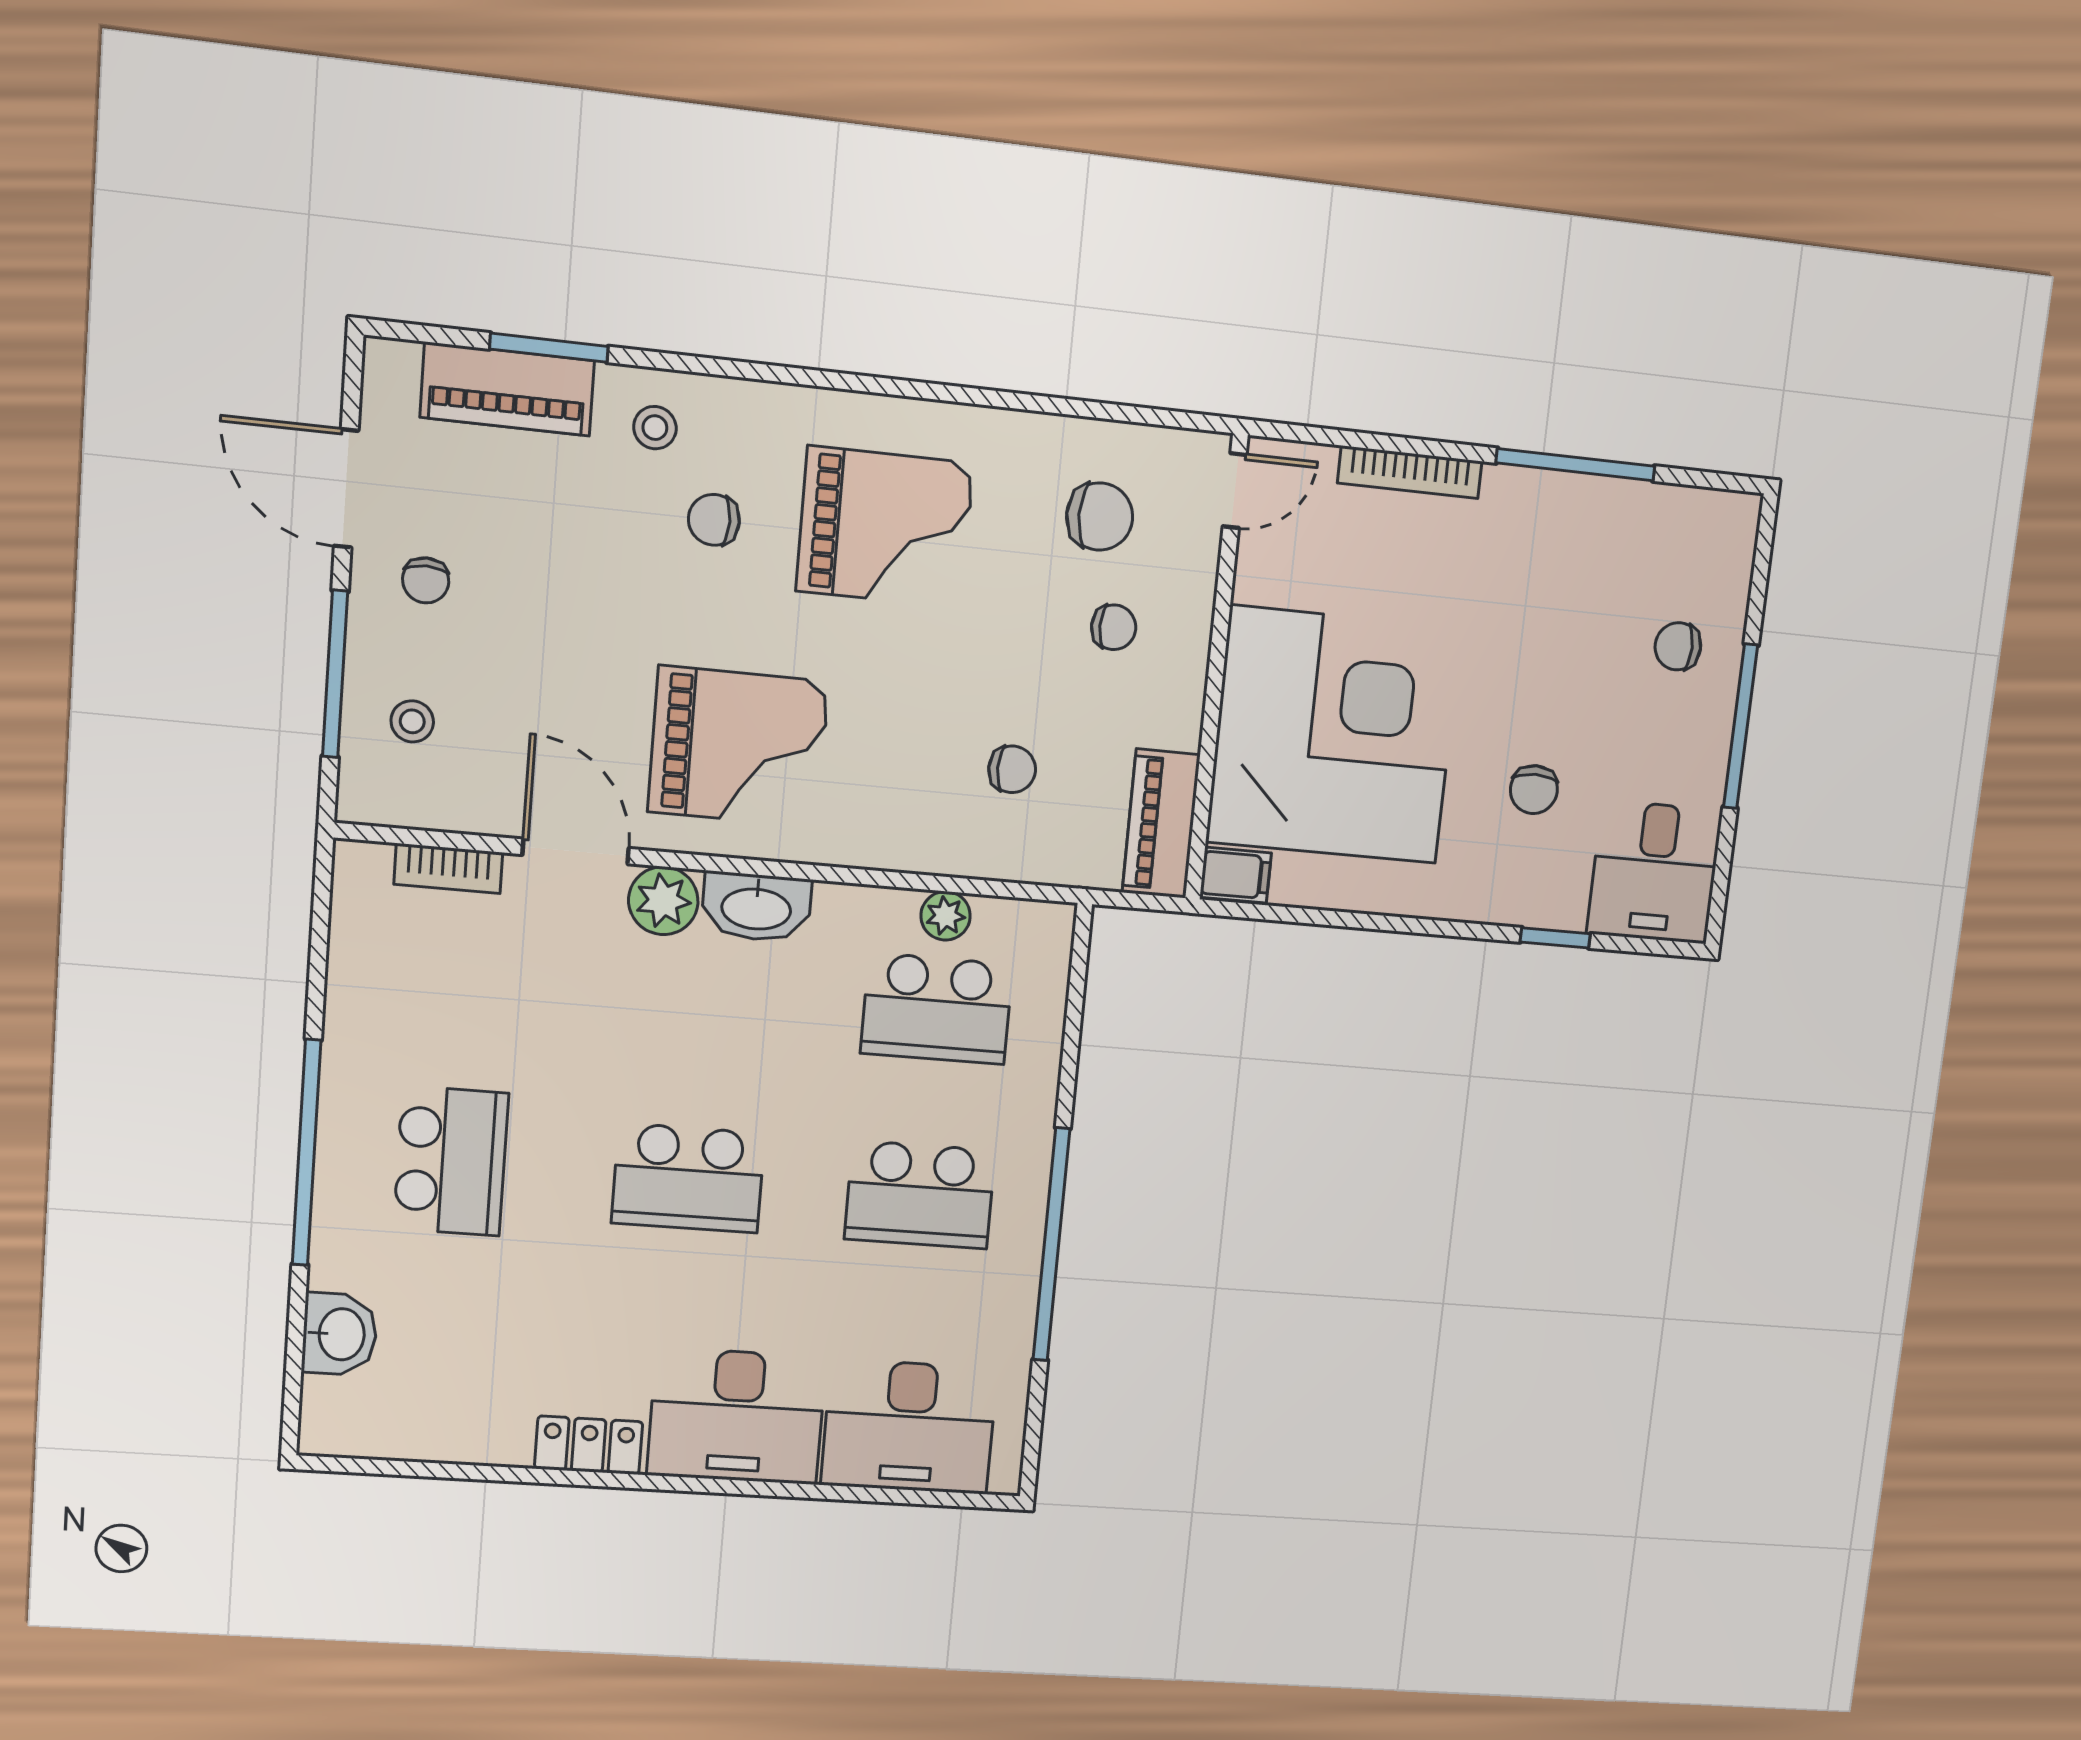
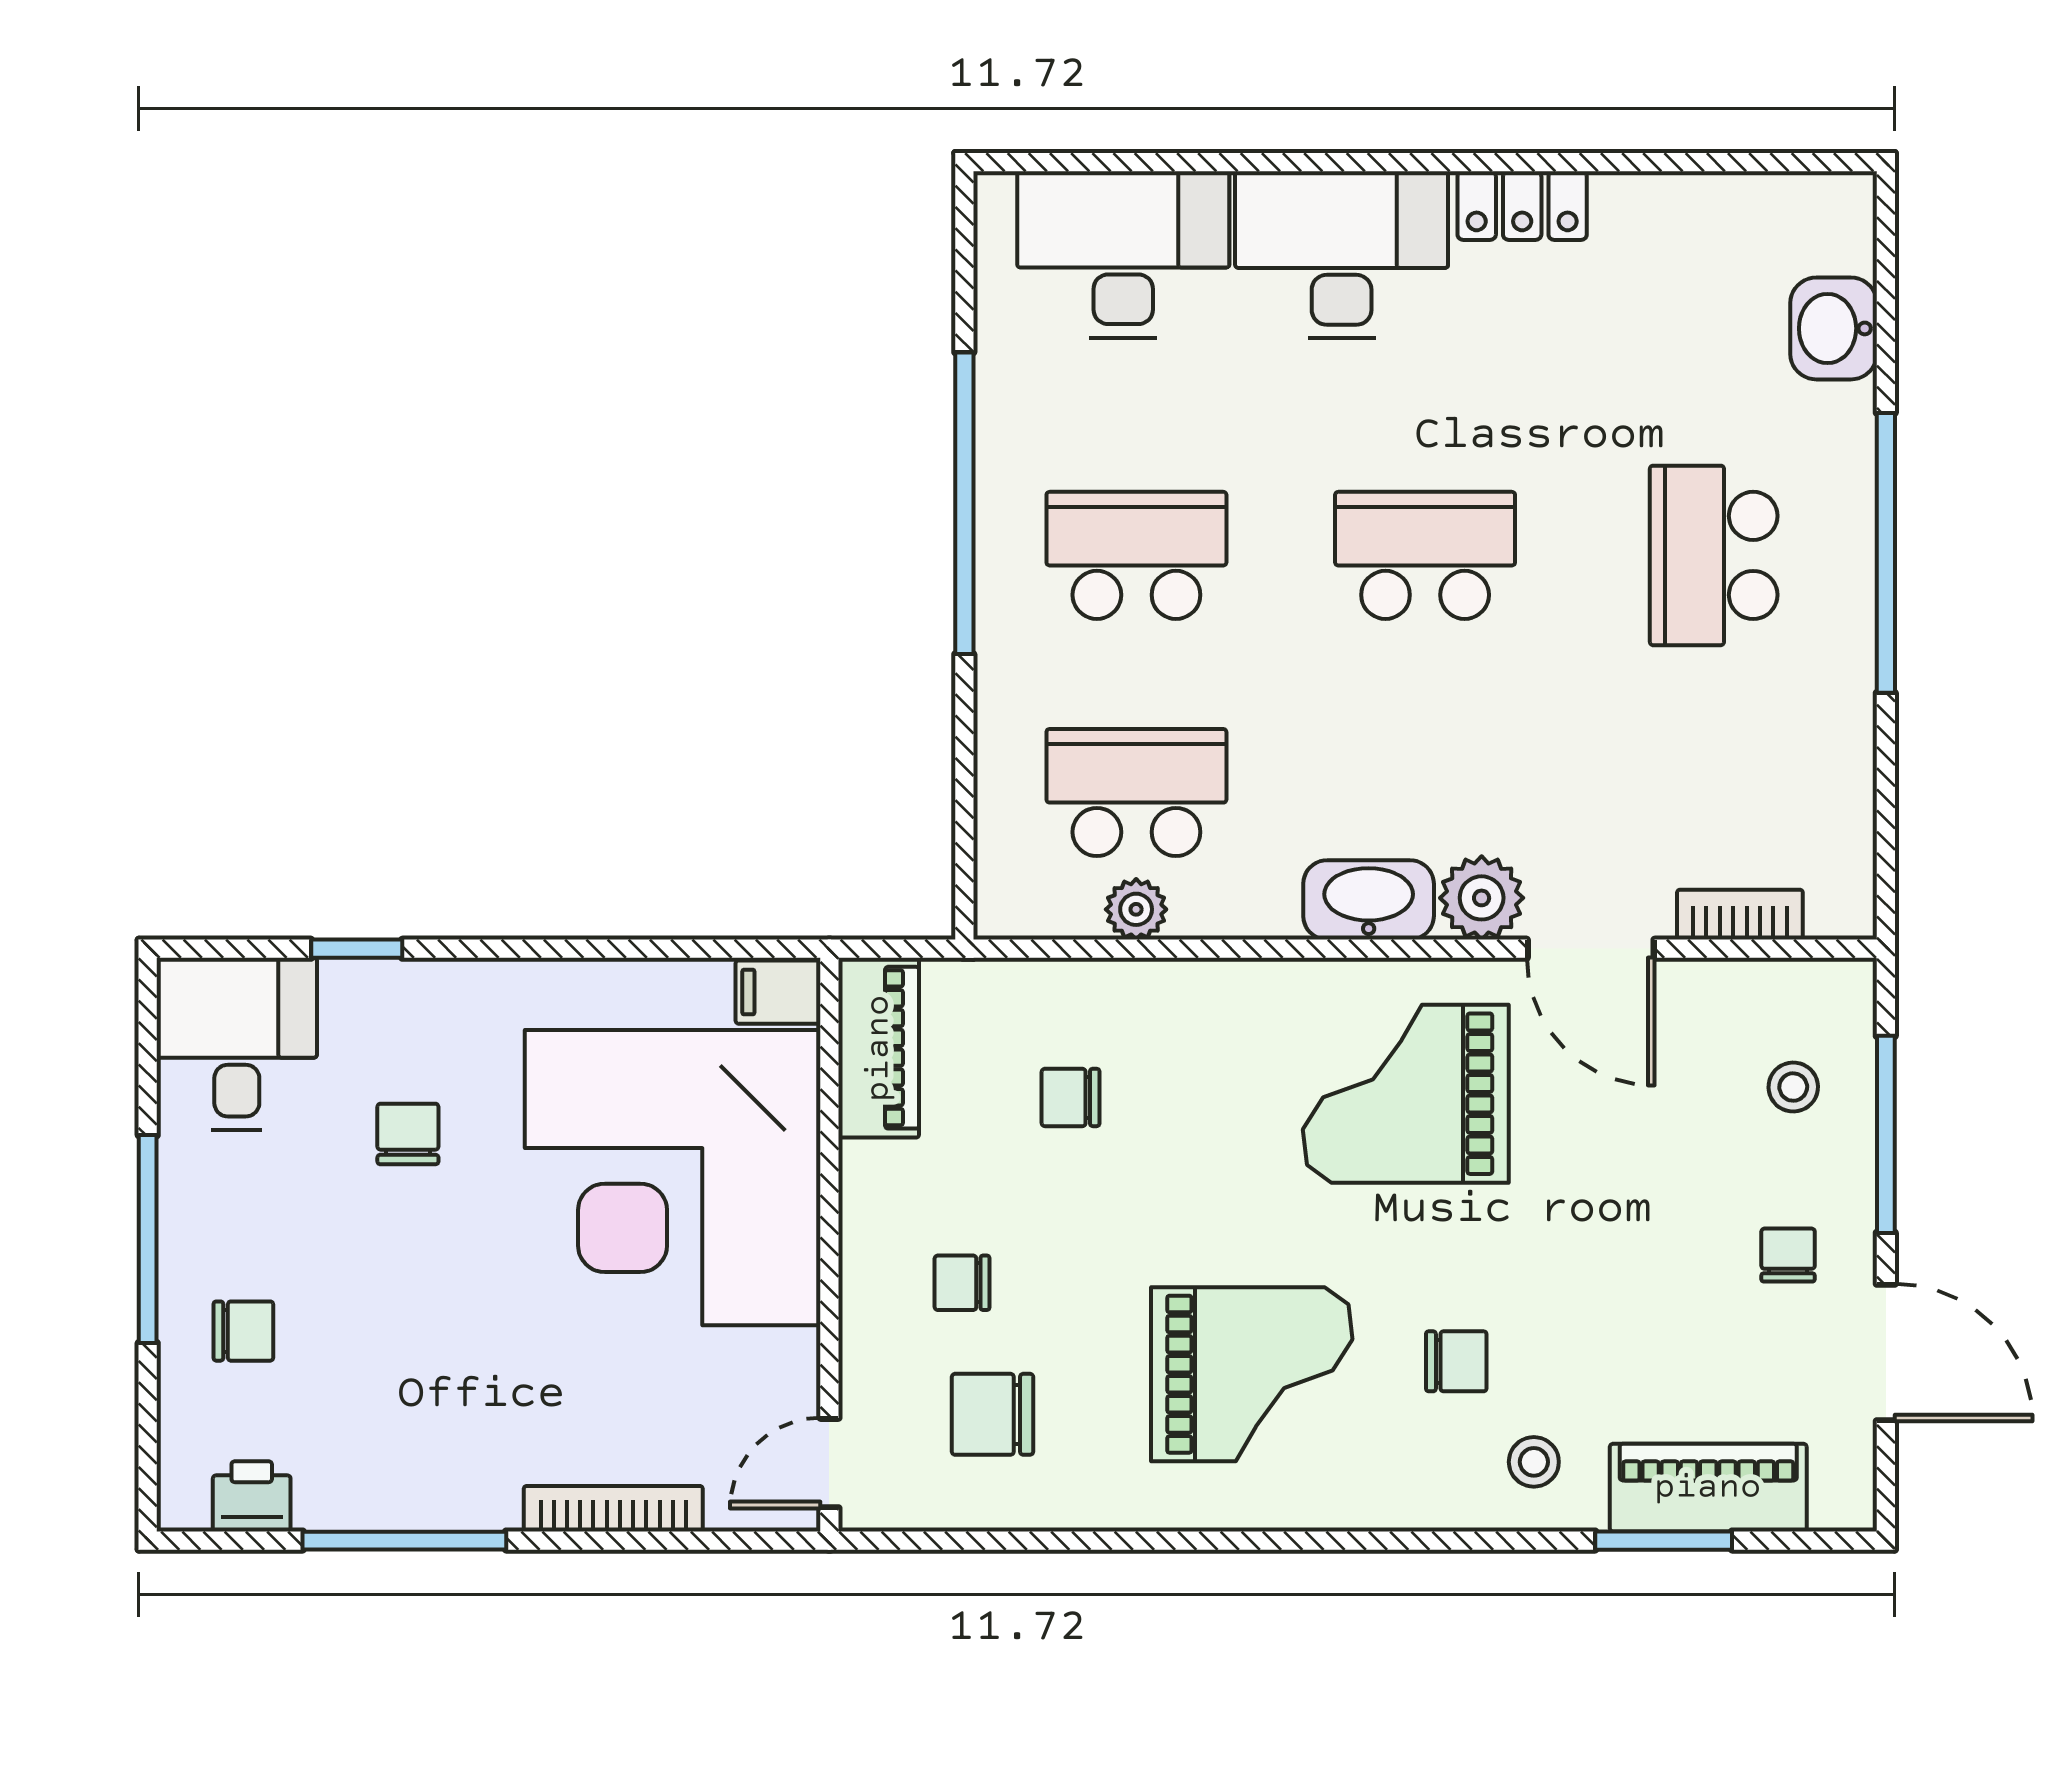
printer: (1688, 514) -> (252, 1496), added
grand piano: (885, 527) -> (1252, 1374), turned 180

